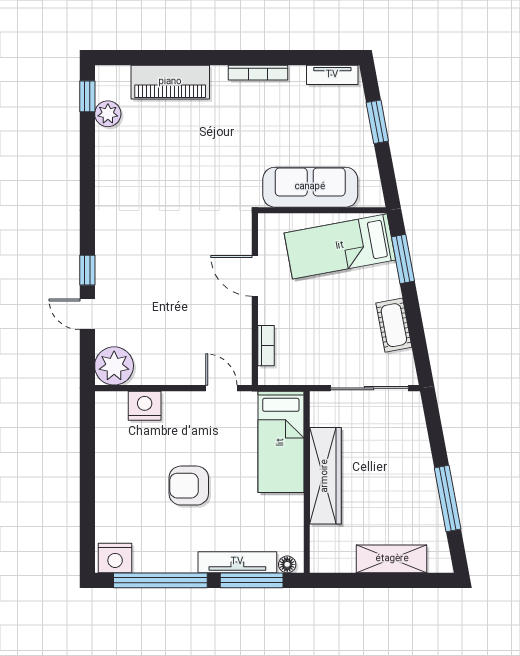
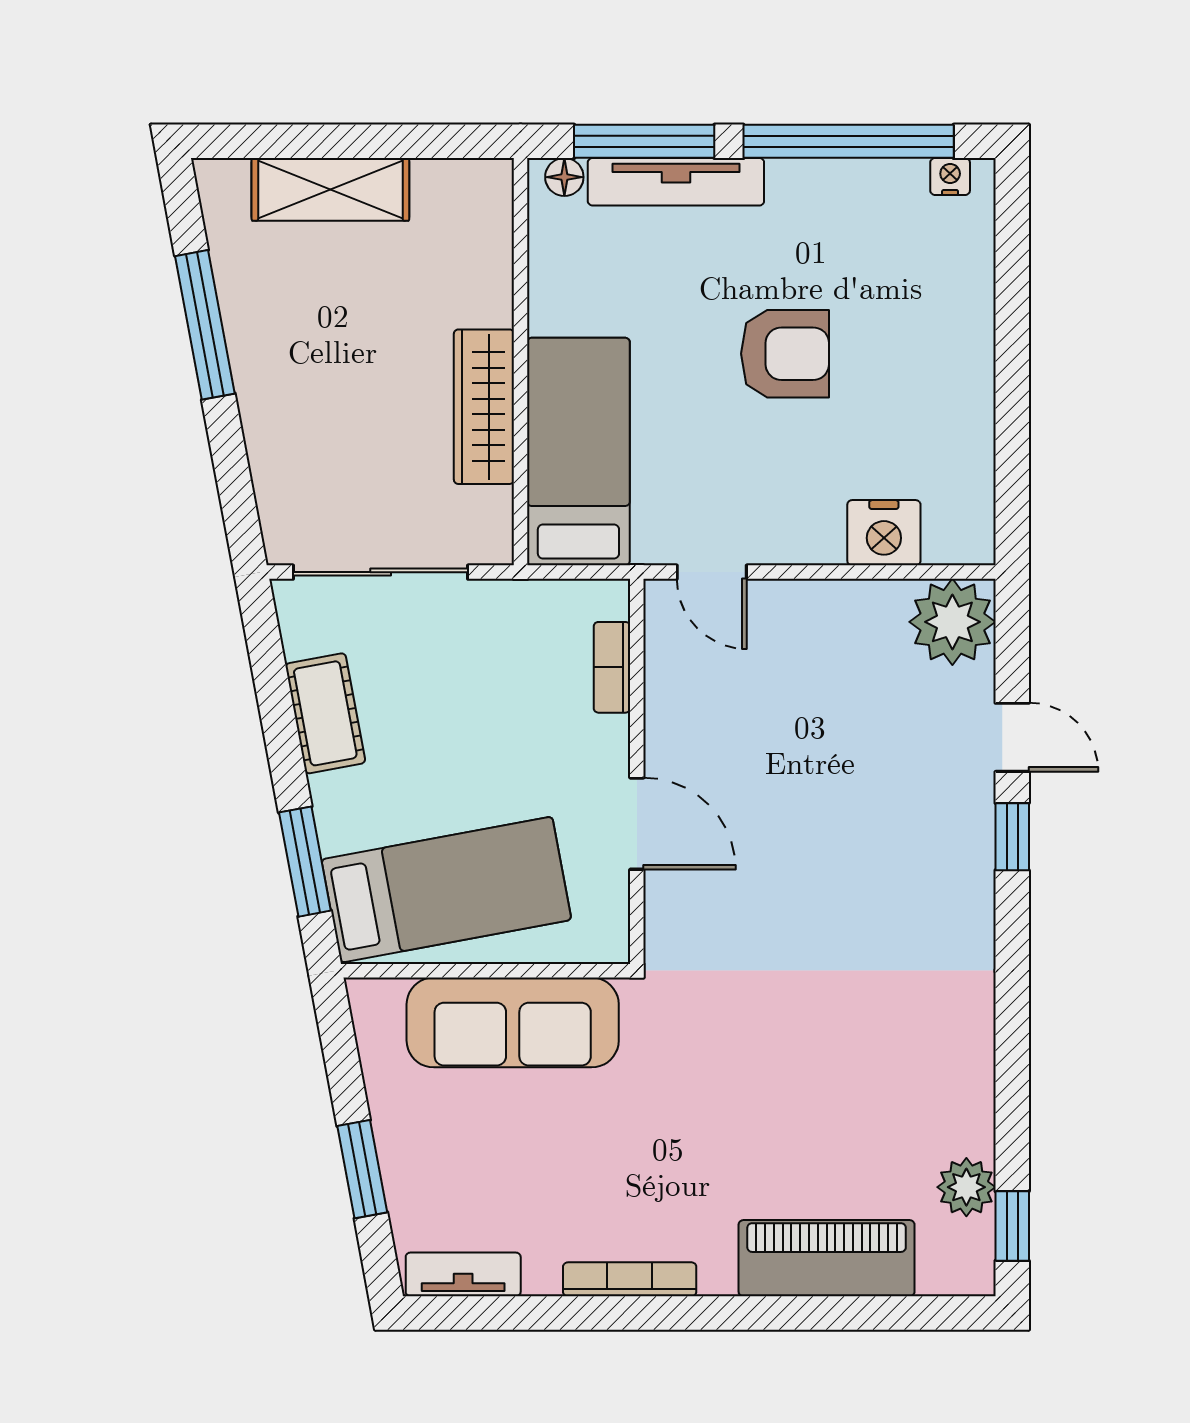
wardrobe: (325, 476) -> (484, 407), width x0.71, depth x0.85
nightstand: (115, 558) -> (950, 177), width x0.53, depth x0.56

